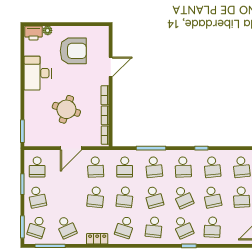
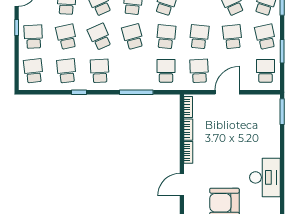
round table: (66, 109) -> (232, 136), removed
school desk: (154, 167) -> (232, 37), moved

